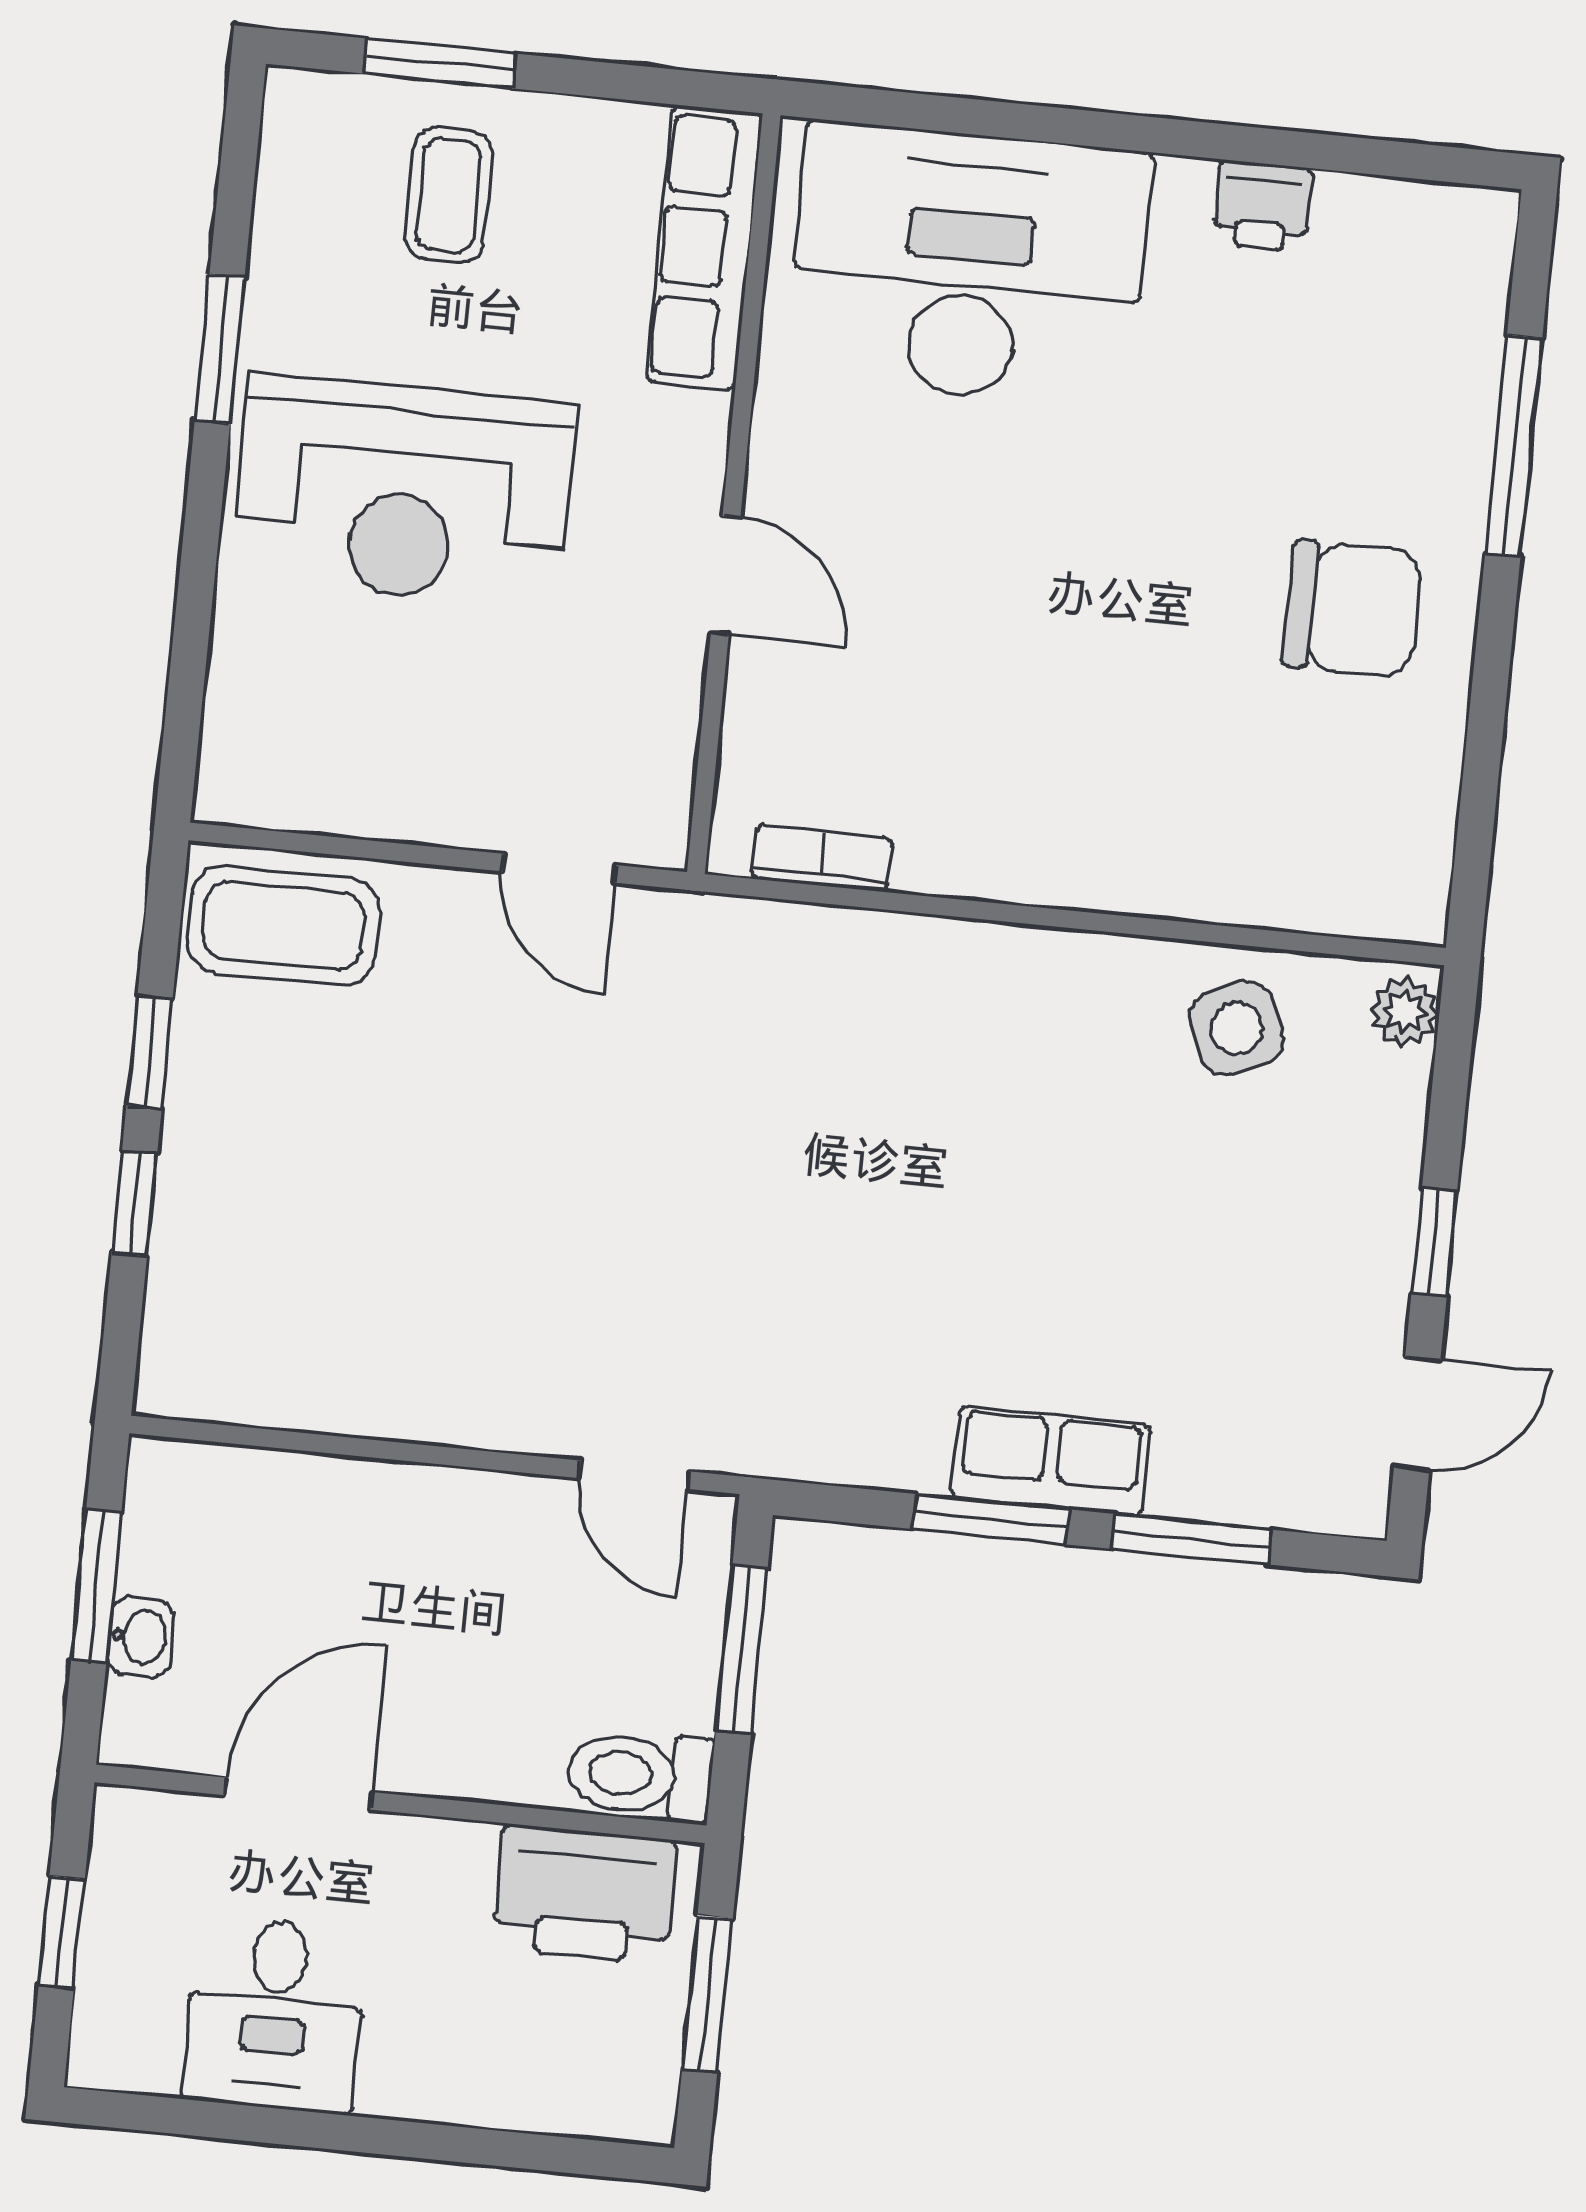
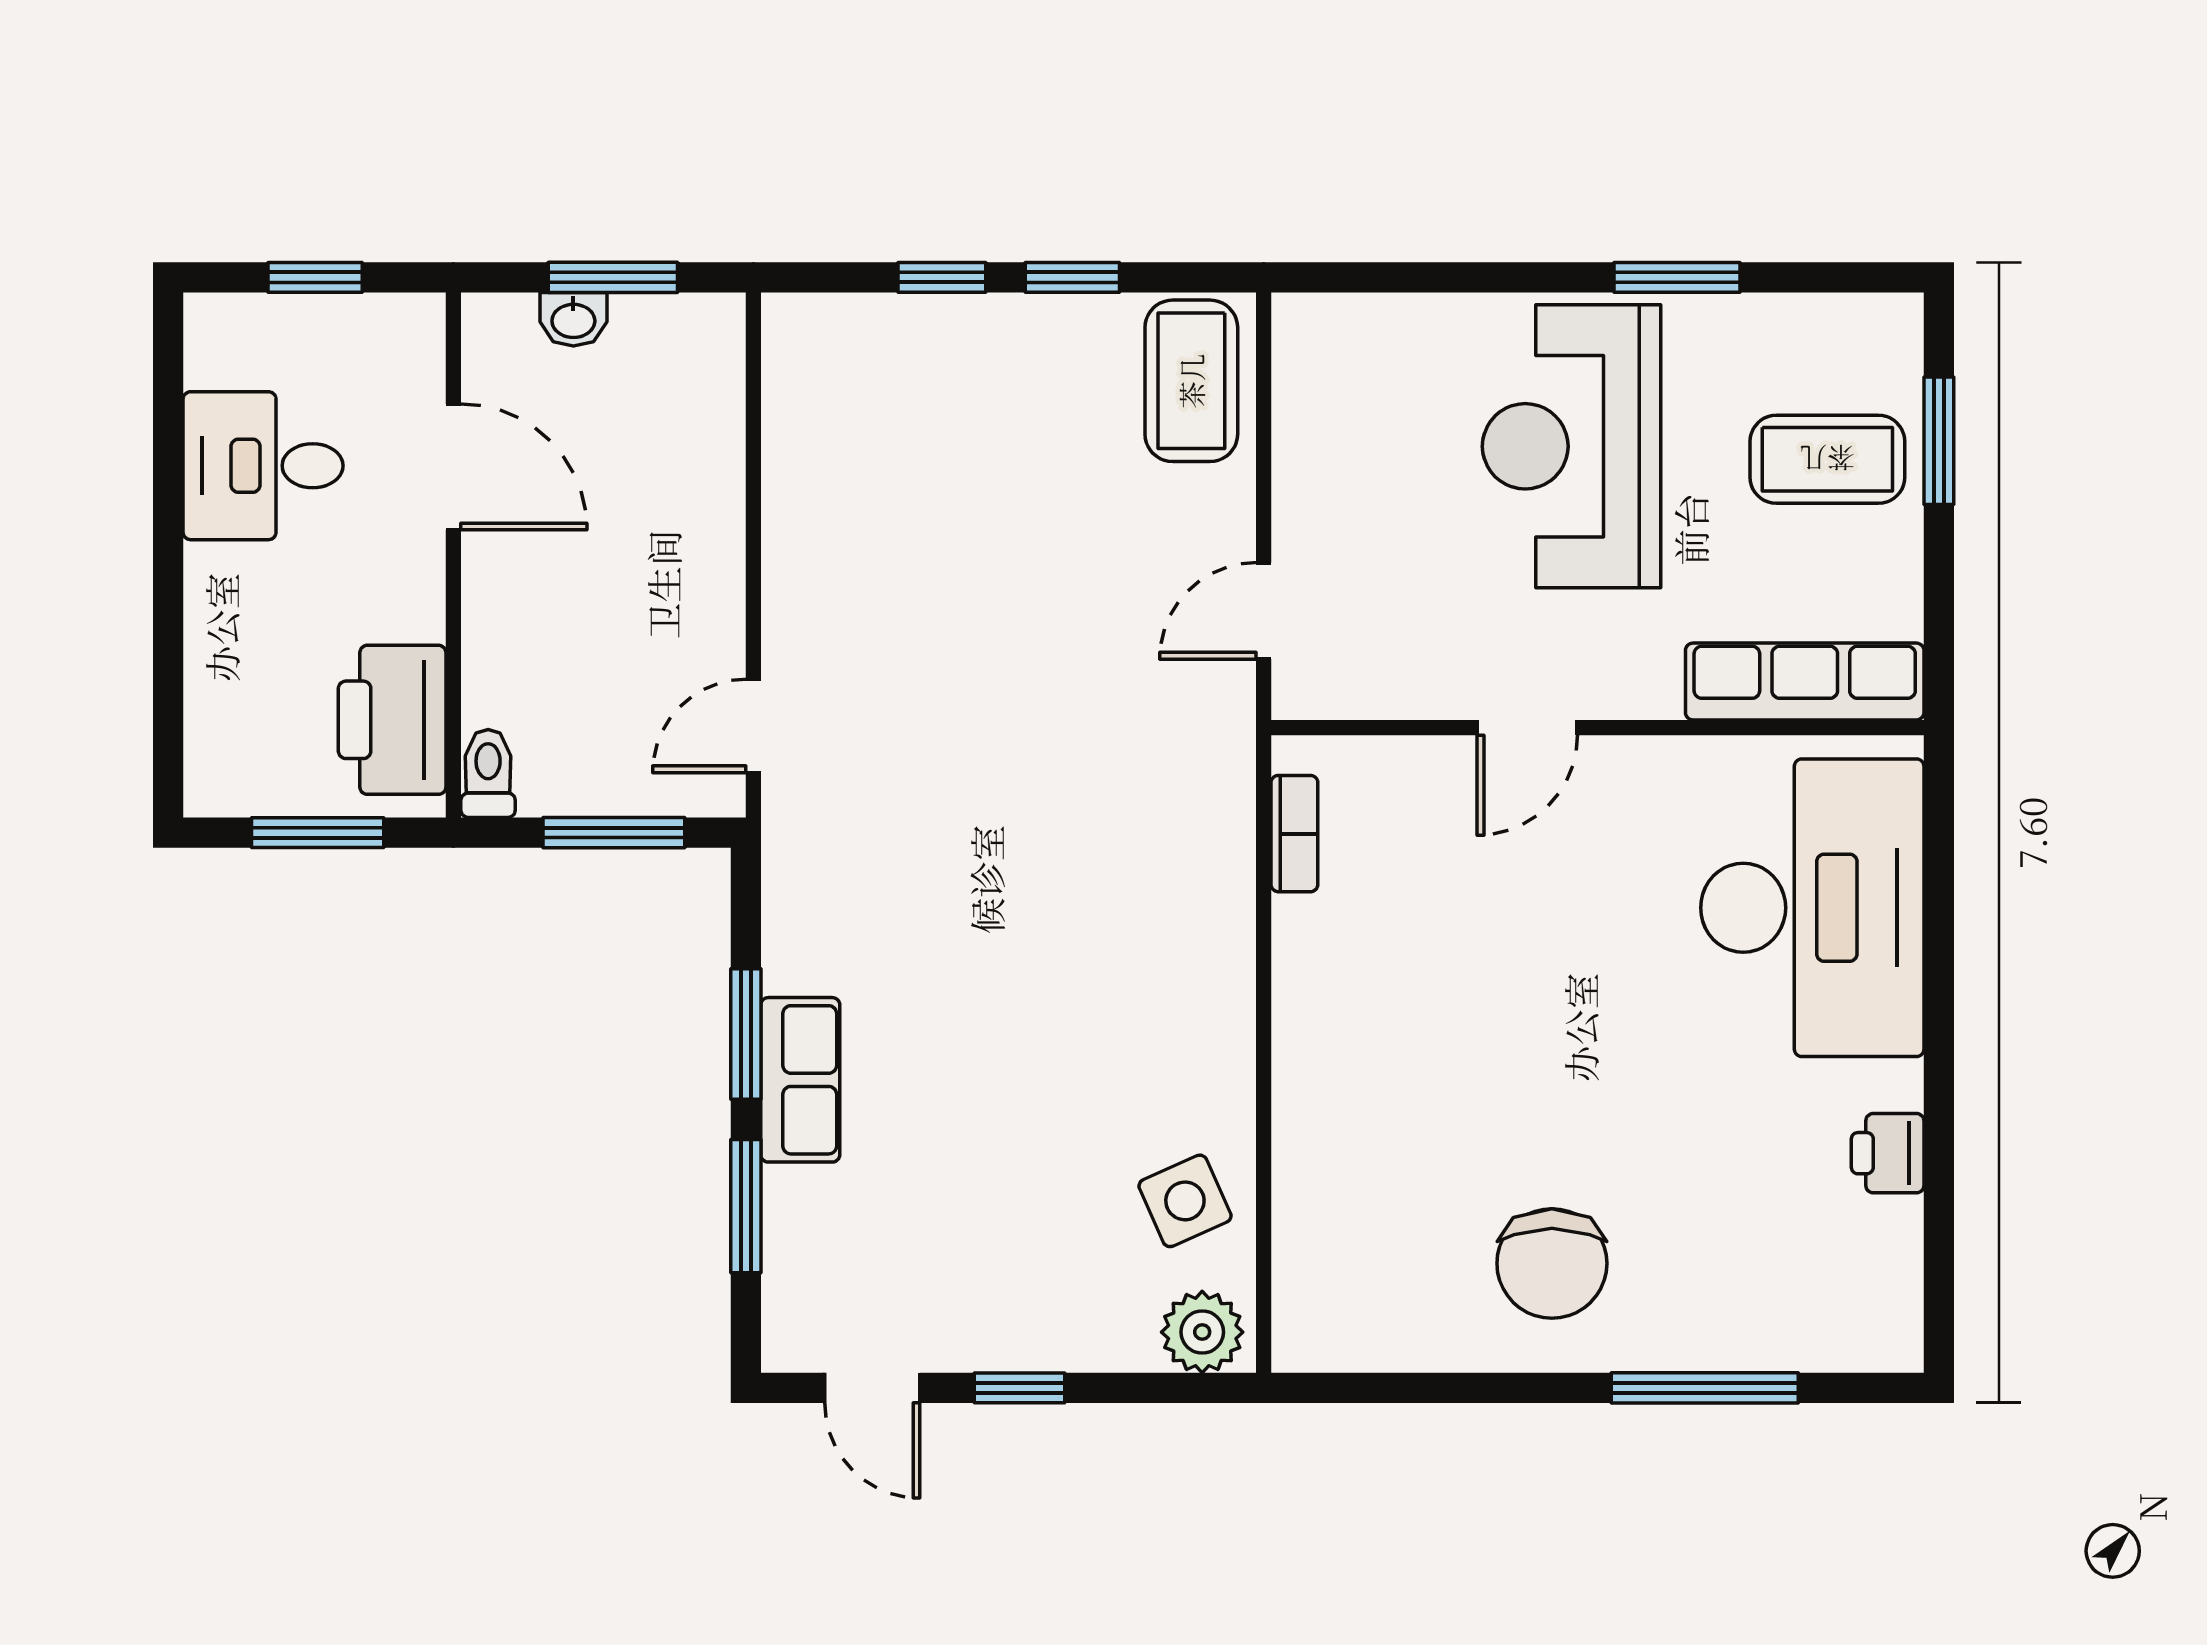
coffee table: (449, 195) -> (1827, 459), width x1.36, depth x1.30
plant: (1405, 1012) -> (1202, 1332), width x1.38, depth x1.38
toilet: (640, 1775) -> (488, 774), width x0.73, depth x0.72

